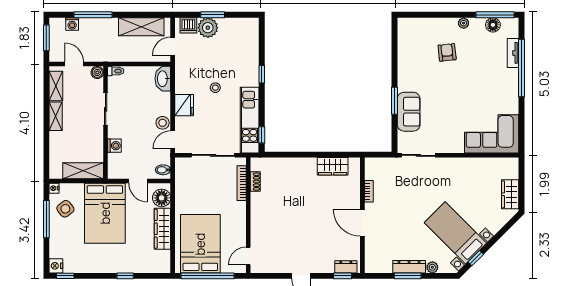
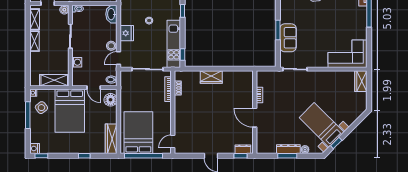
wardrobe: (333, 166) -> (211, 77), moved
wardrobe: (510, 194) -> (361, 81), moved
wardrobe: (162, 229) -> (111, 139), moved

